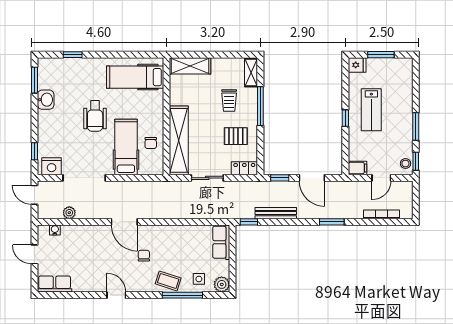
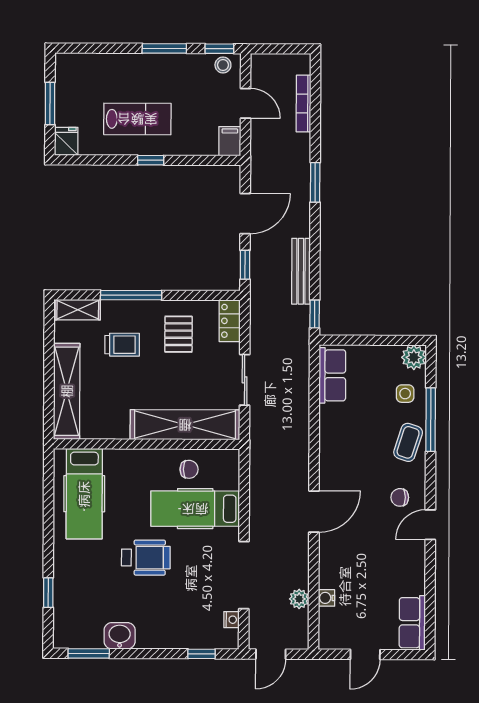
shelving: (190, 66) -> (67, 391), width x1.47
nightstand: (52, 166) -> (231, 620), width x0.53, depth x0.56
water cooler: (55, 230) -> (326, 598), moved
row of seats: (221, 242) -> (332, 375), moved, turned -90
chair: (144, 256) -> (400, 497), moved

